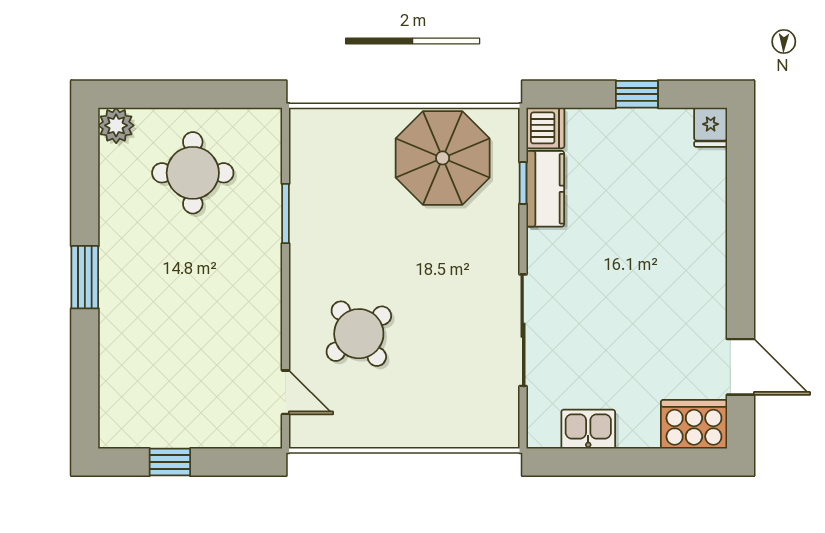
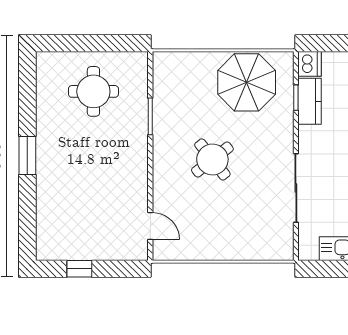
plant: (116, 125) -> (46, 62), removed
round table: (359, 334) -> (212, 159), moved

